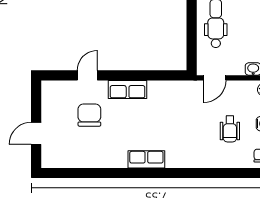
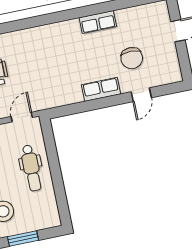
row of seats: (146, 159) -> (98, 22), moved

